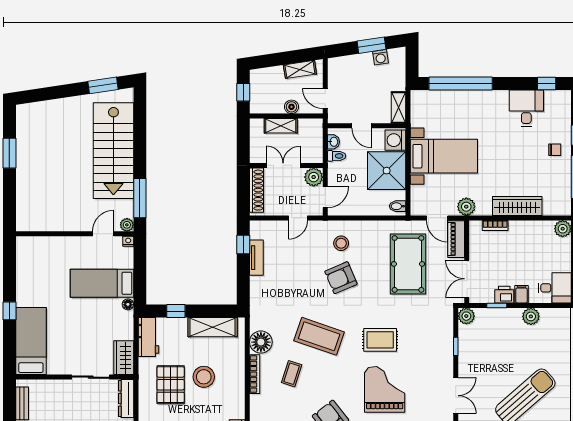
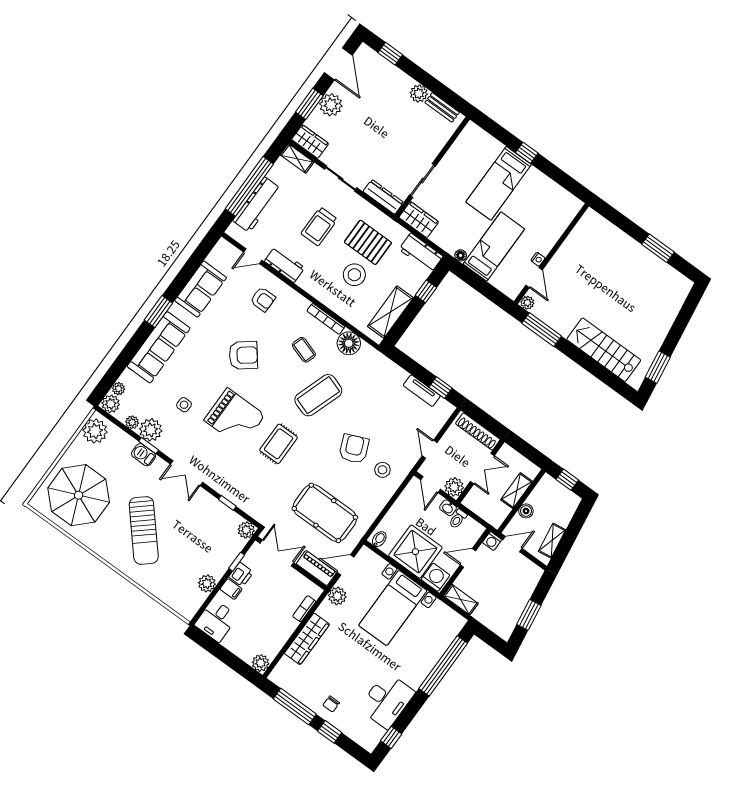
washing machine: (380, 57) -> (492, 541), moved, turned -81
desk: (526, 108) -> (387, 700), width x1.37
washbasin: (334, 142) -> (448, 508), moved
stairs: (113, 151) -> (604, 350), width x0.73, depth x0.66
nightstand: (128, 241) -> (538, 259), moved
bed: (31, 341) -> (499, 183), moved, turned 90

